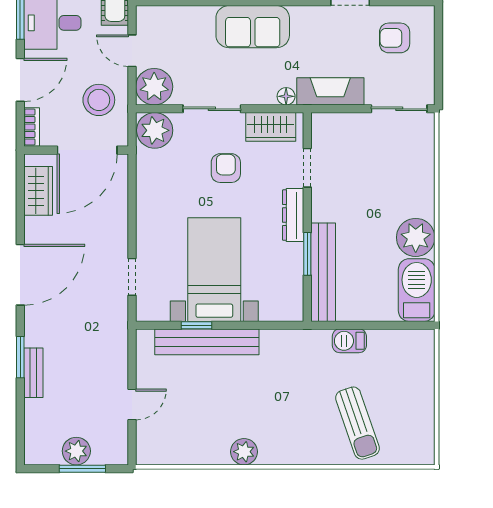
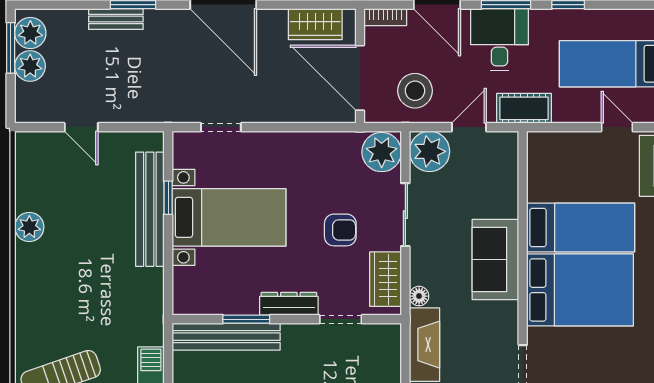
plant: (46, 451) -> (30, 33), added
plant: (244, 452) -> (29, 227), moved
window: (82, 469) -> (11, 48), moved

